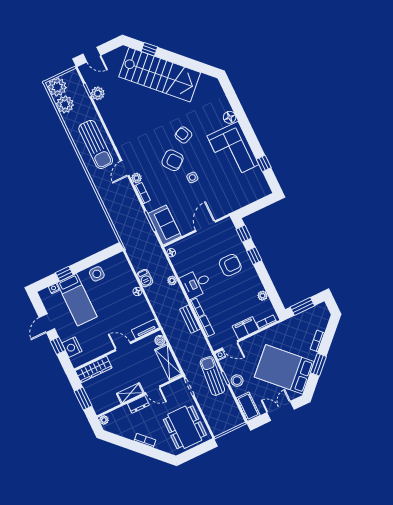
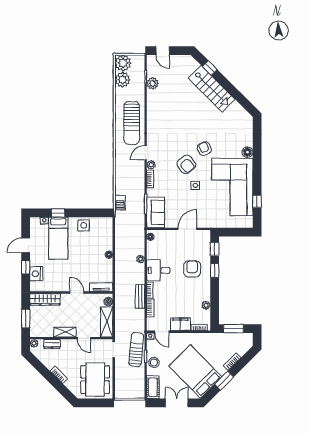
stairs: (160, 75) -> (212, 89), width x0.73, depth x0.66
corner sofa: (233, 150) -> (232, 187), width x1.36, depth x1.36
armchair: (230, 265) -> (192, 269), turned -90
barbecue: (145, 278) -> (120, 203), moved
dresser: (138, 404) -> (52, 344), moved

